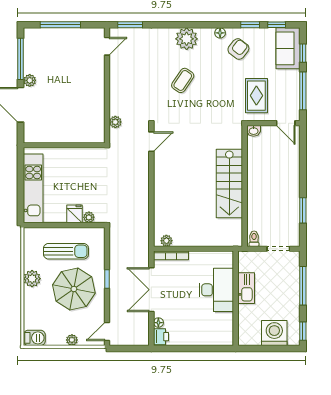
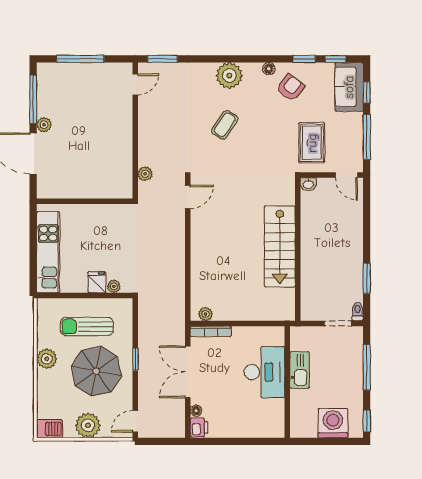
toilet: (254, 239) -> (358, 312), moved
sun lounger: (66, 251) -> (87, 326), turned 180
plant: (72, 340) -> (88, 425), width x1.88, depth x1.88

